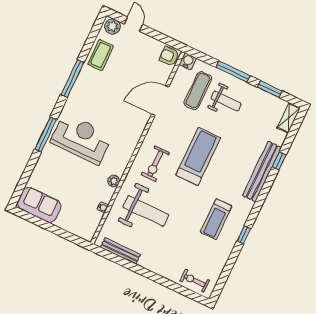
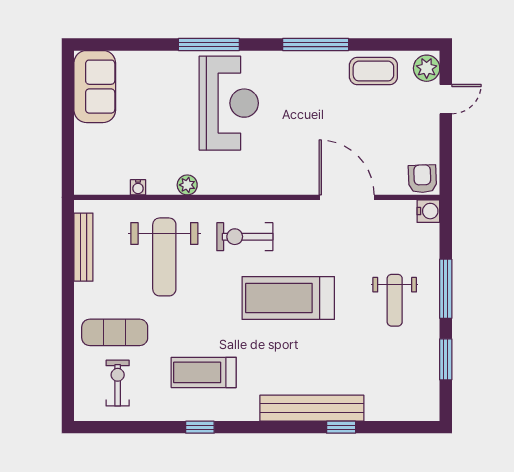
exercise mat: (198, 91) -> (115, 332), moved
shelving: (289, 118) -> (415, 410), removed
treadmill: (198, 156) -> (288, 298), turned 180
exercise bike: (195, 281) -> (118, 383), moved

